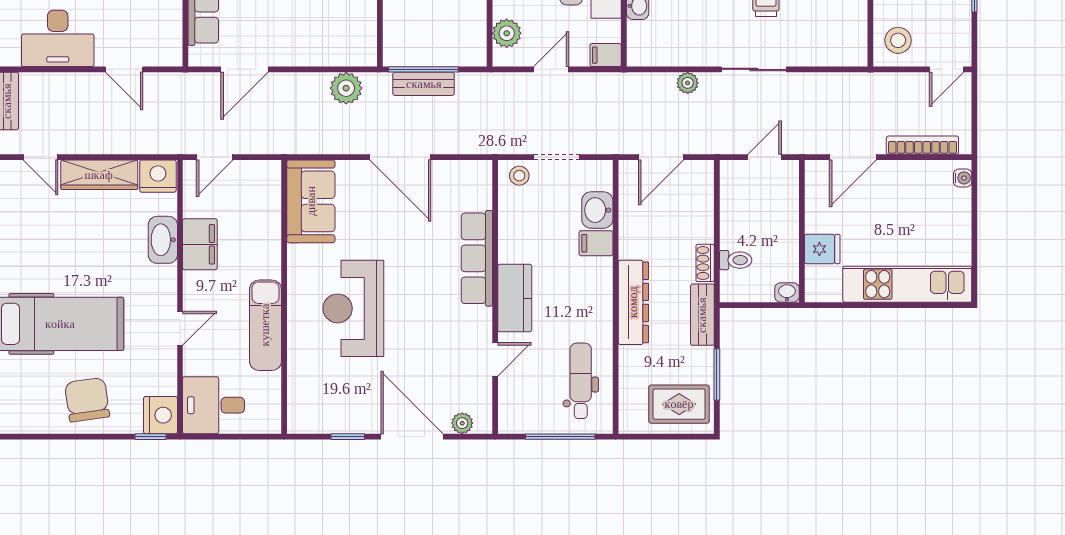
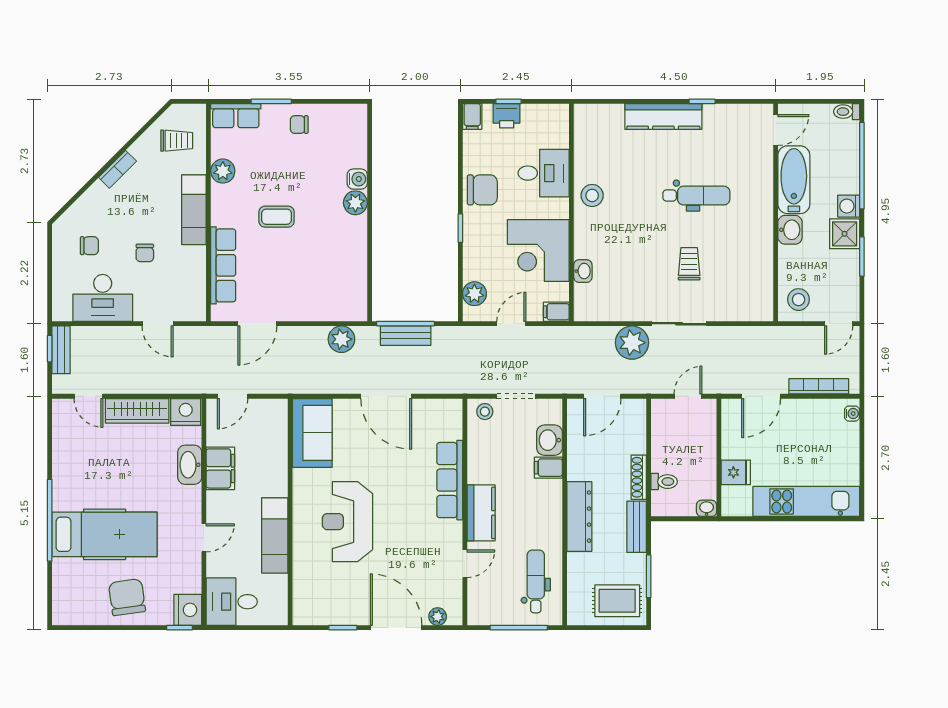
plant: (688, 83) -> (632, 343), width x1.88, depth x1.88
shoe rack: (705, 263) -> (639, 477), width x1.43

